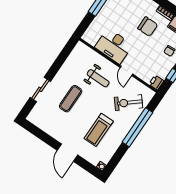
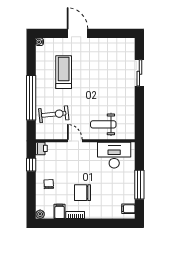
desk: (114, 46) -> (114, 155), moved
weight bench: (98, 78) -> (103, 124), moved
exercise mat: (71, 99) -> (107, 83), removed
exercise bike: (129, 103) -> (54, 114), turned 34

